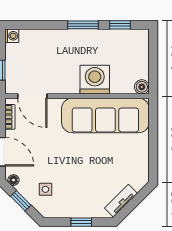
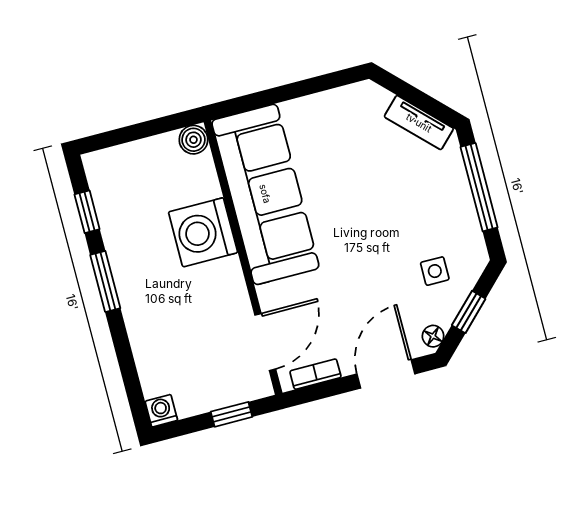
window: (81, 222) -> (479, 187), width x2.17

